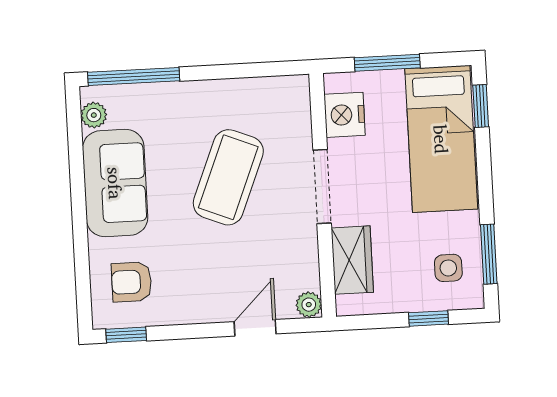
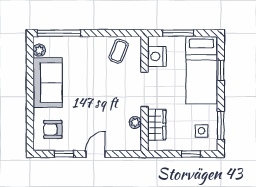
window: (481, 106) -> (221, 70), moved
coffee table: (228, 177) -> (119, 51), moved, width x0.54, depth x0.58
plant: (309, 305) -> (135, 122), moved
door: (255, 328) -> (95, 154), moved
window: (126, 335) -> (64, 154), moved

